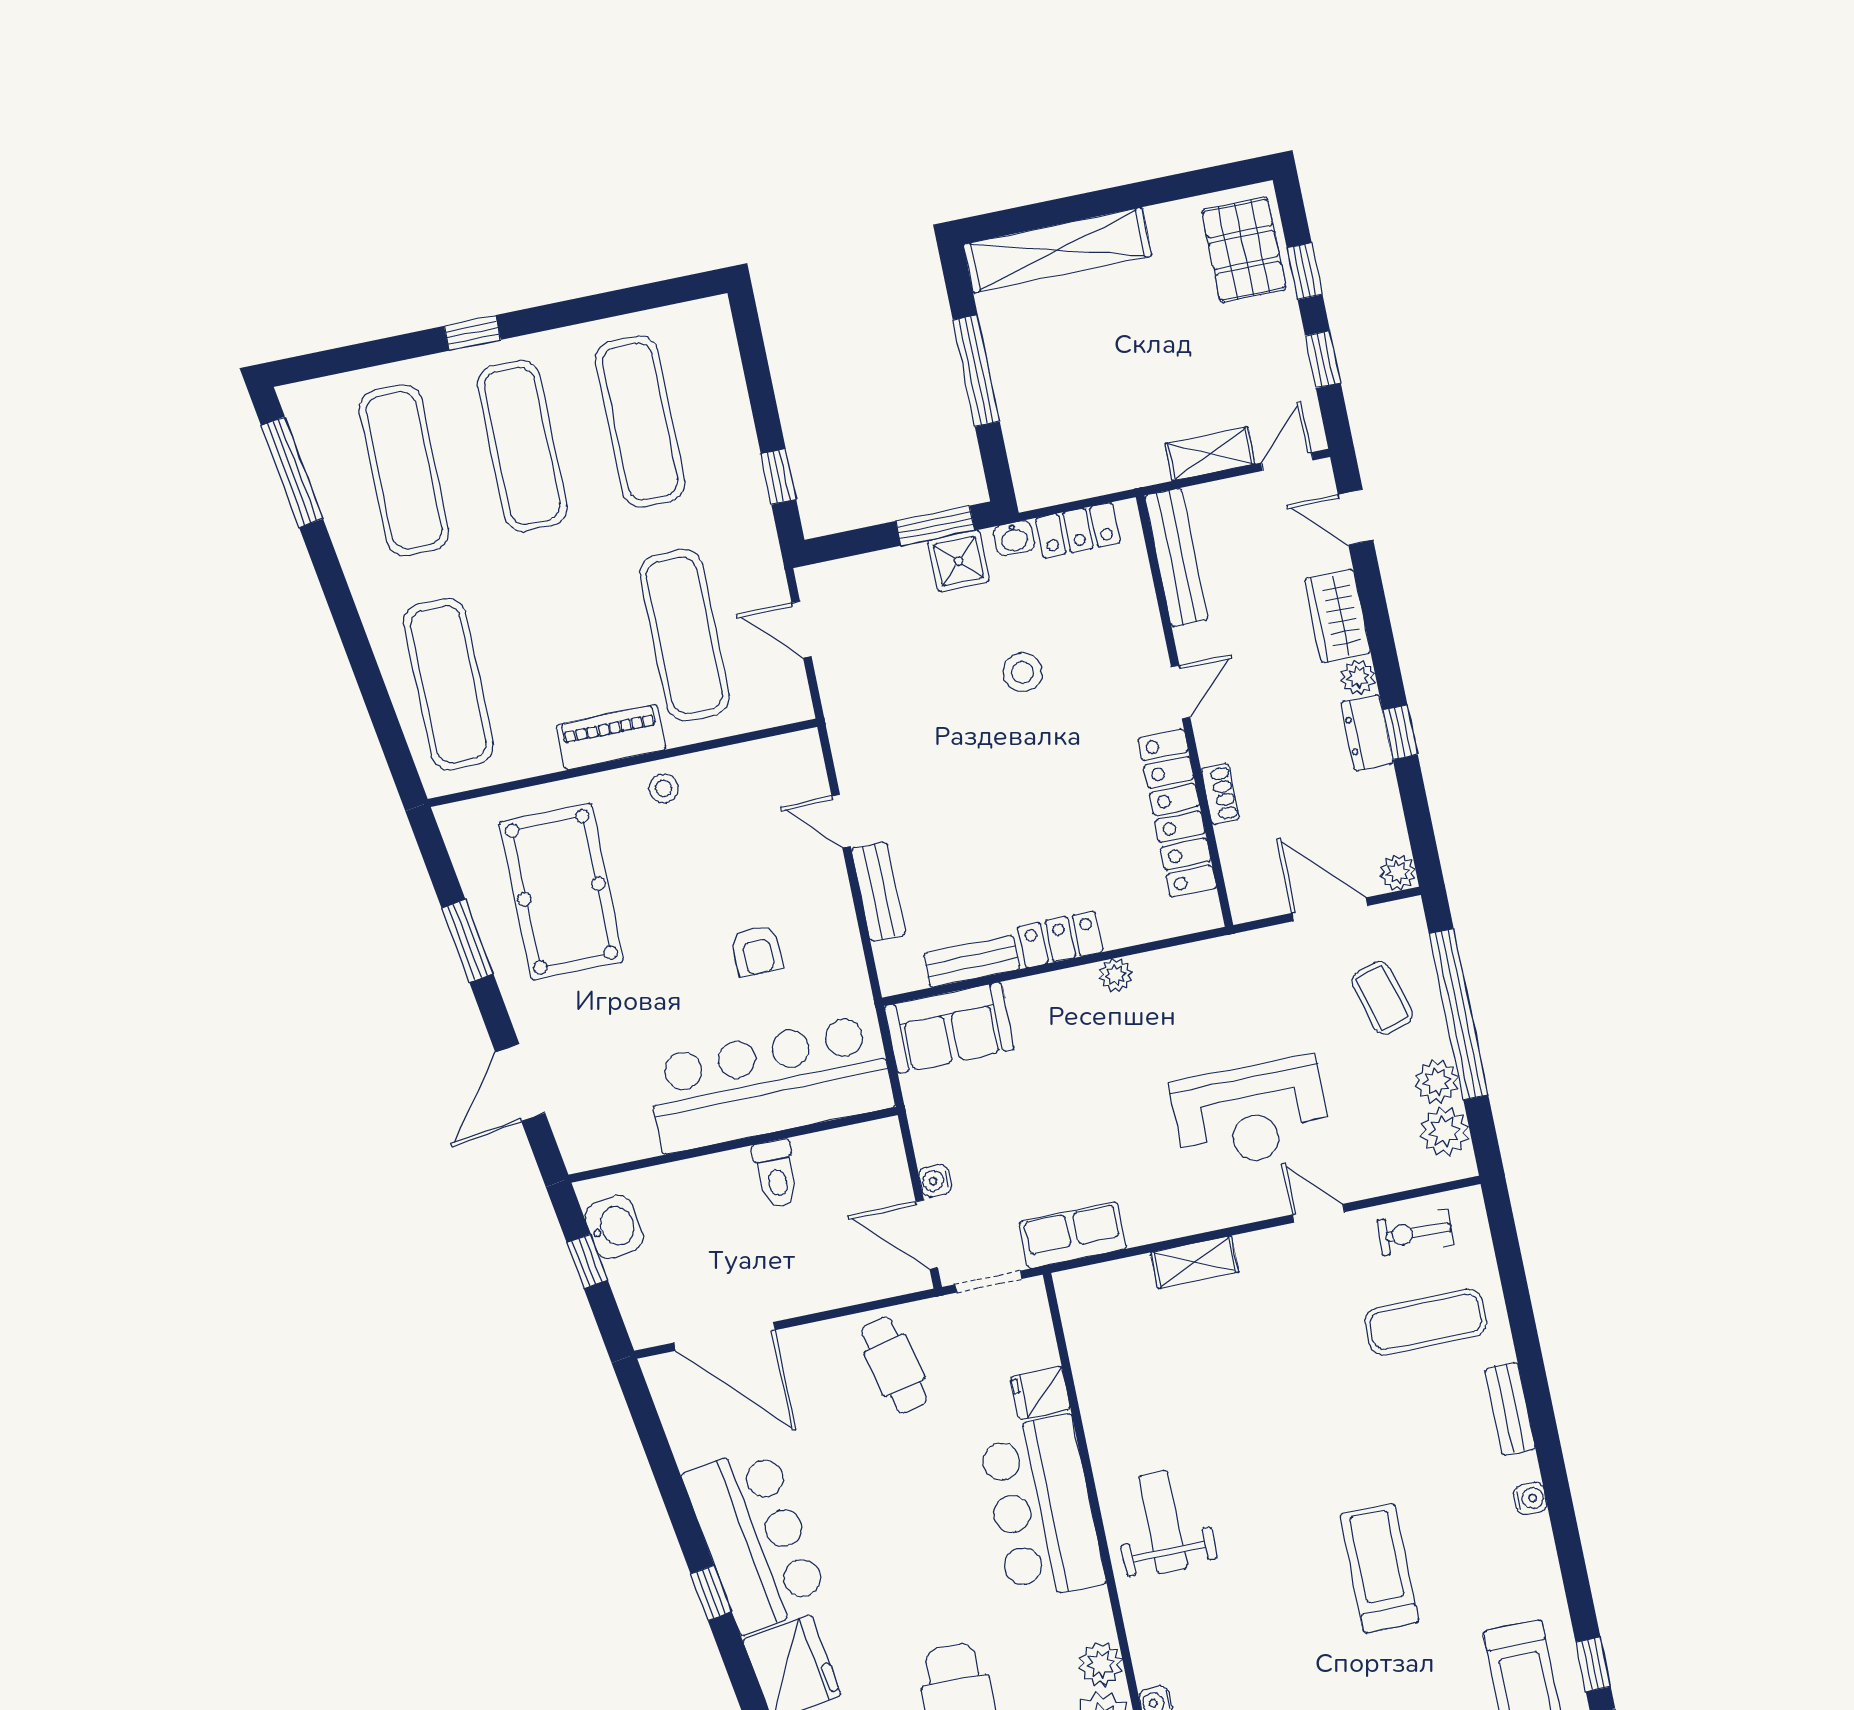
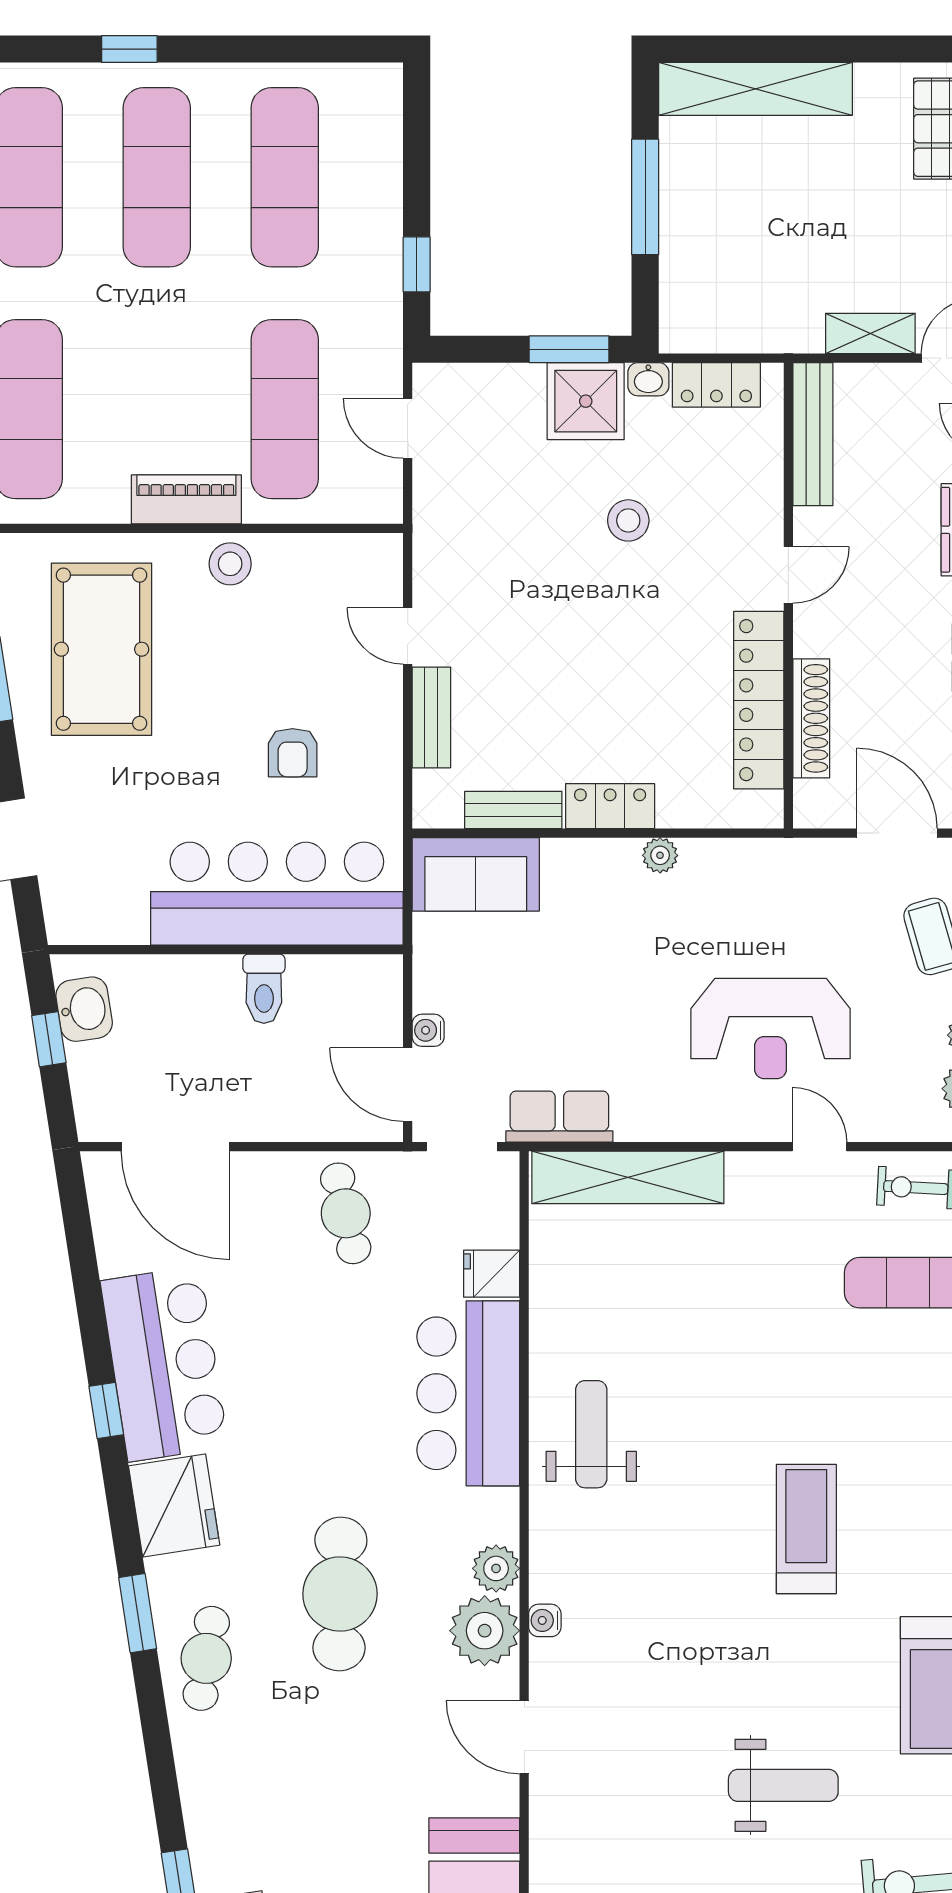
shower: (959, 561) -> (586, 401), width x1.36, depth x1.36
stool: (664, 788) -> (230, 564), width x1.37, depth x1.37
shoe rack: (1220, 794) -> (811, 718), width x1.94, depth x1.24
shelving: (1195, 1262) -> (628, 1177), width x2.20, depth x1.33

